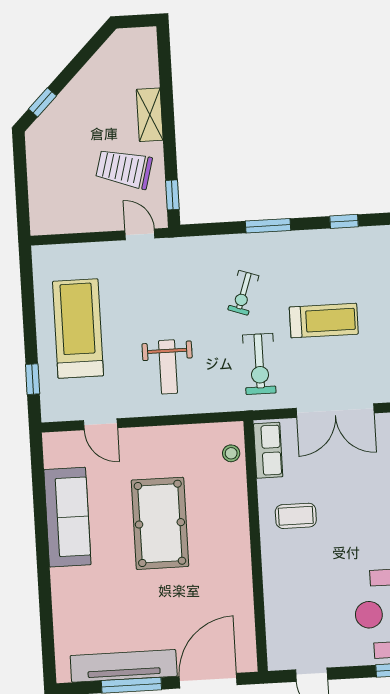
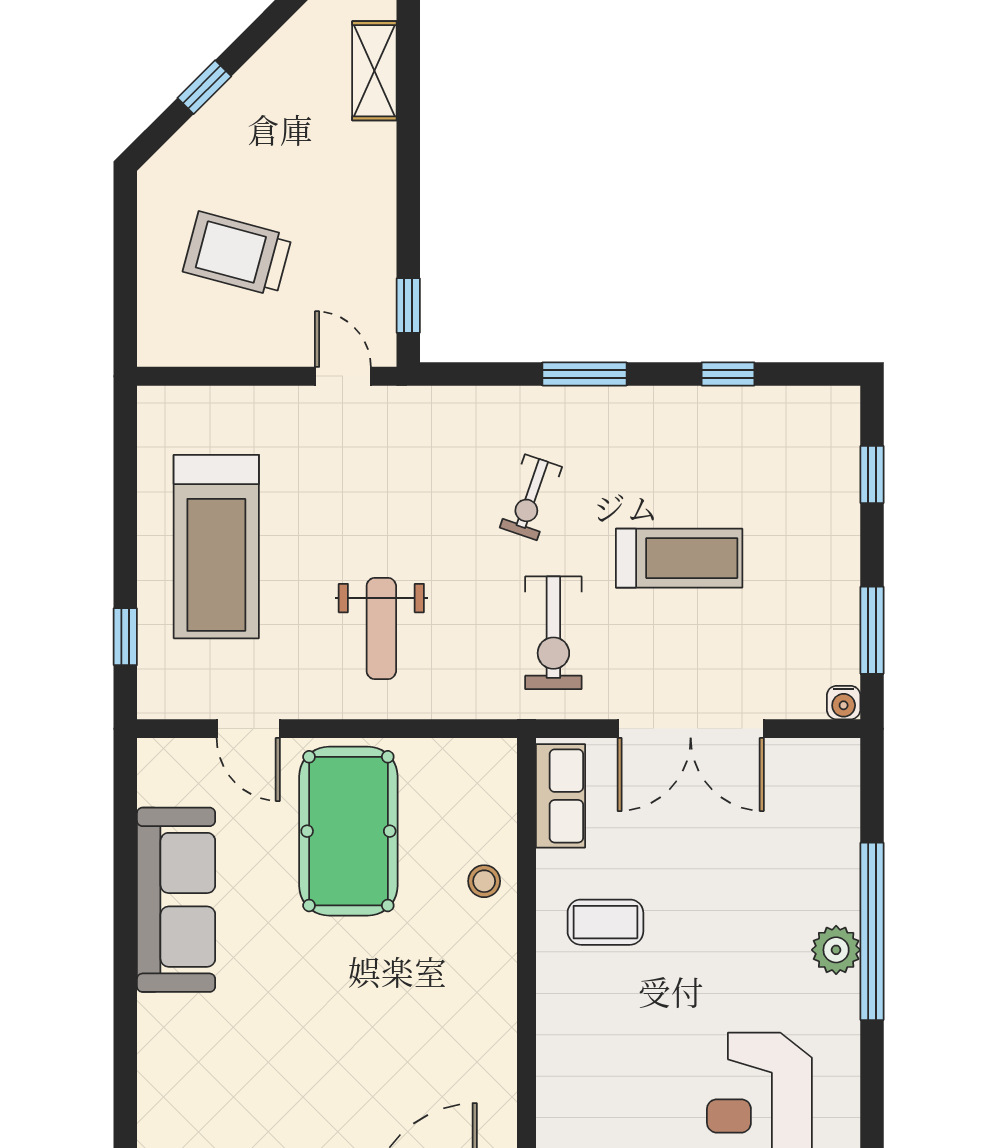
window: (42, 102) -> (204, 87), moved
shelving: (150, 115) -> (374, 71), moved
trolley: (124, 169) -> (237, 254), moved
treadmill: (78, 329) -> (216, 547), turned 180
stool: (231, 453) -> (484, 881), moved
pool table: (160, 523) -> (348, 831), moved

